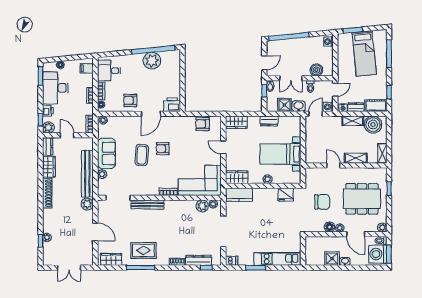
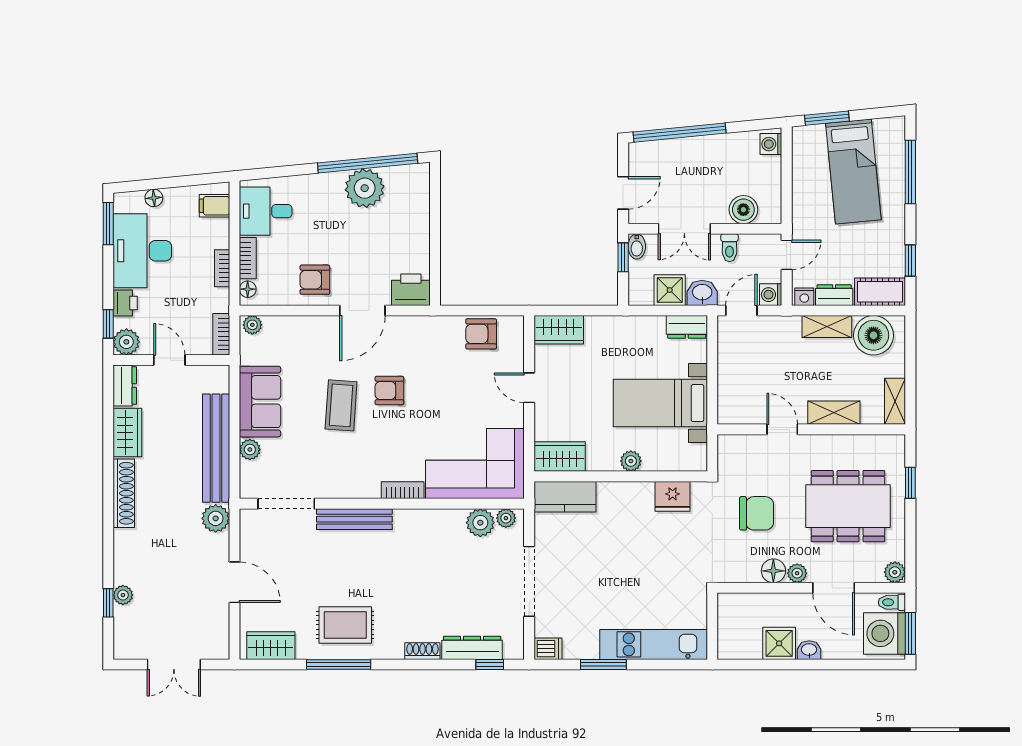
dresser: (269, 121) -> (687, 327), moved

